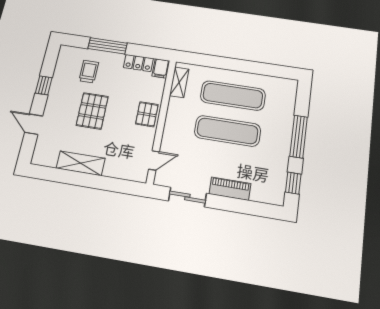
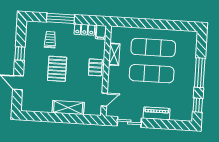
shelving: (179, 82) -> (114, 54), moved
shelving: (81, 163) -> (68, 108), moved

